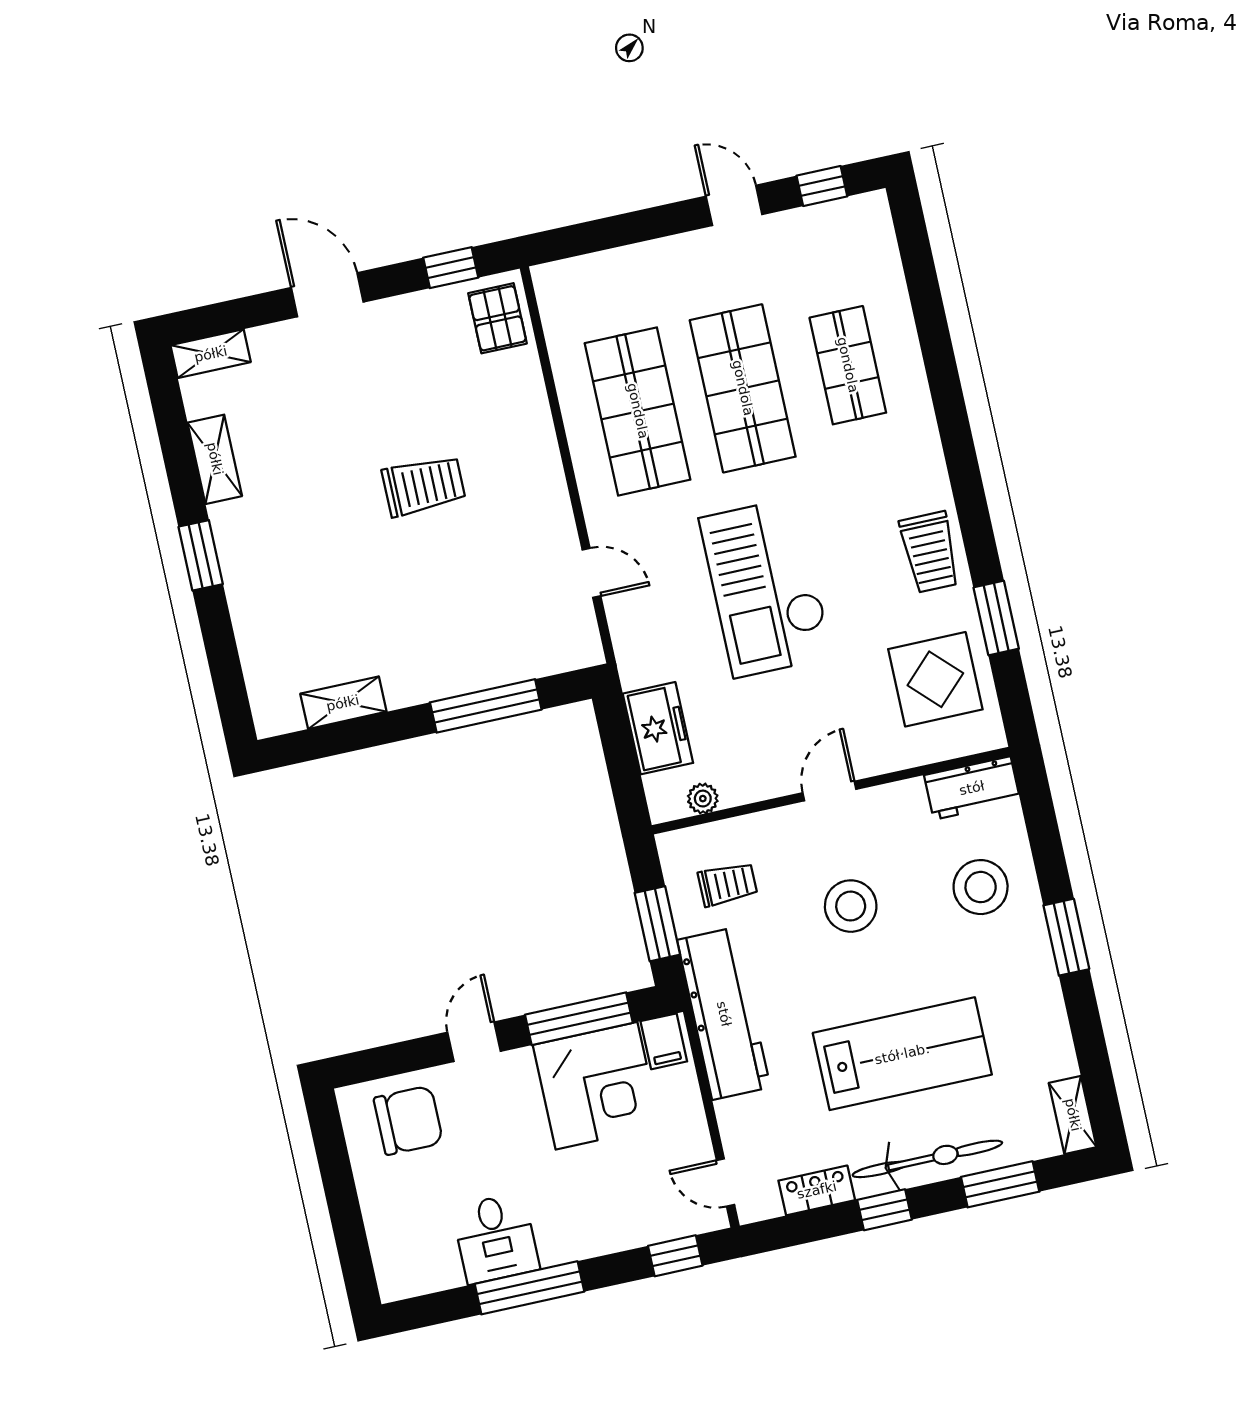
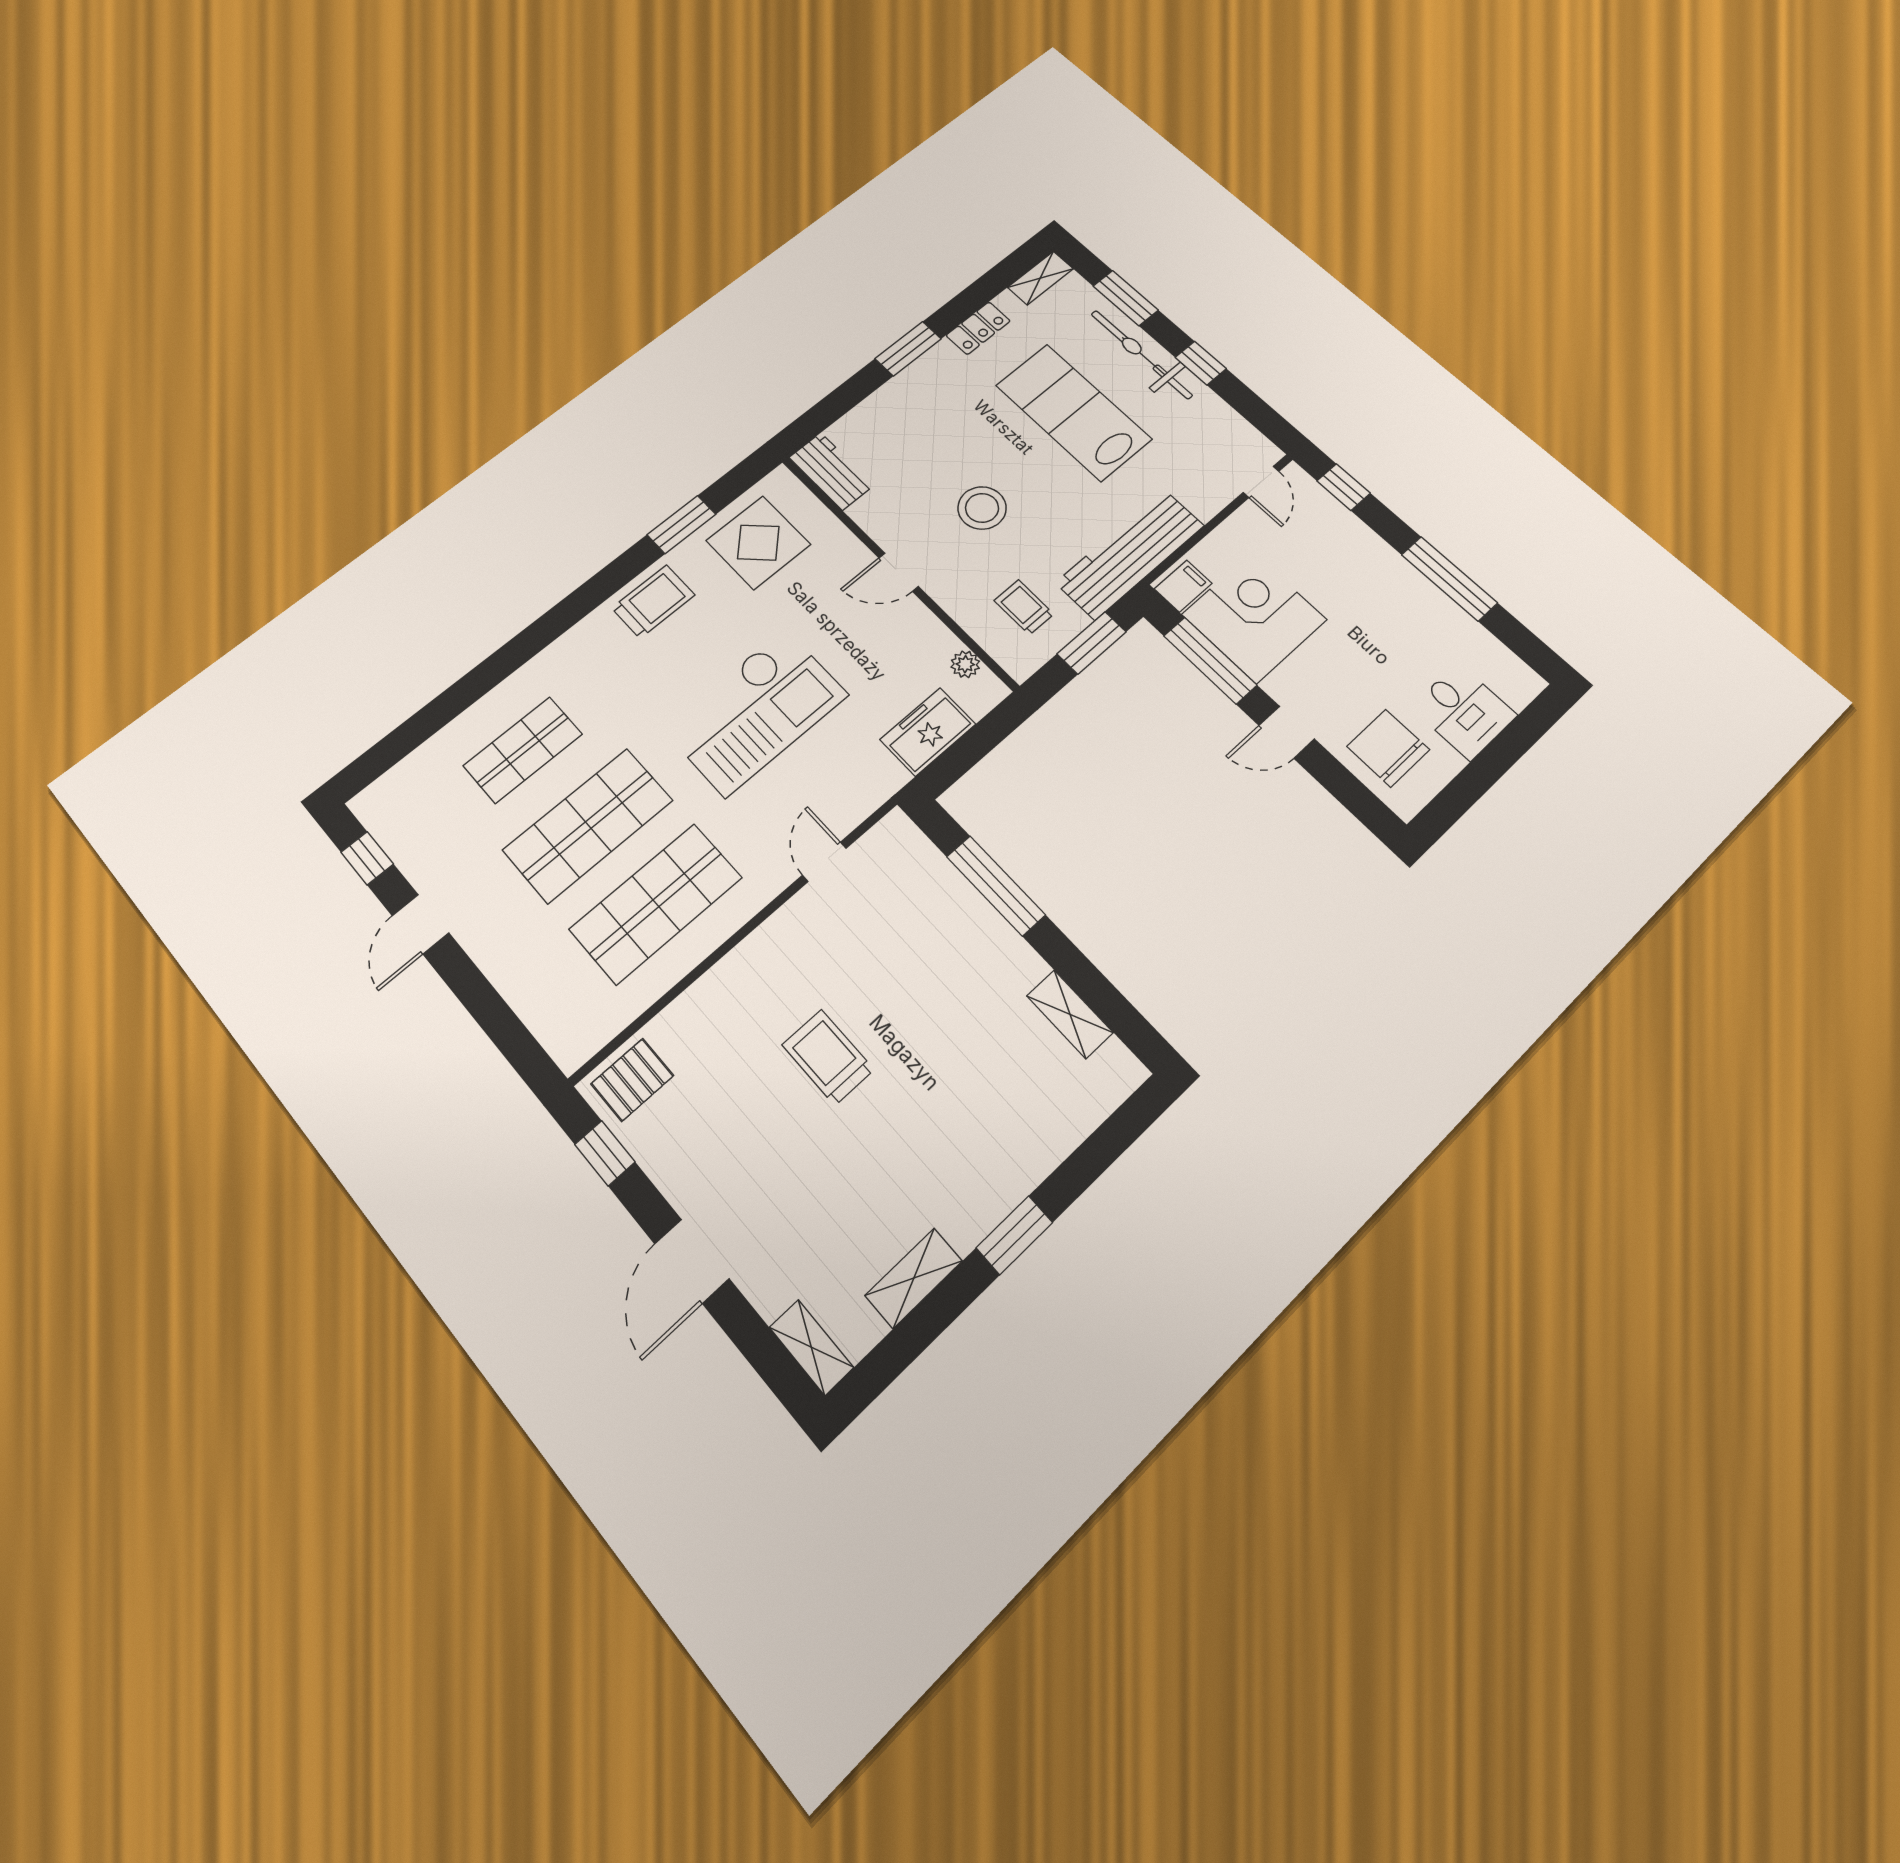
stool: (981, 887) -> (907, 425), removed
locker: (817, 1190) -> (978, 328), moved, turned -90
desk: (496, 1238) -> (1464, 711), moved, turned 90

